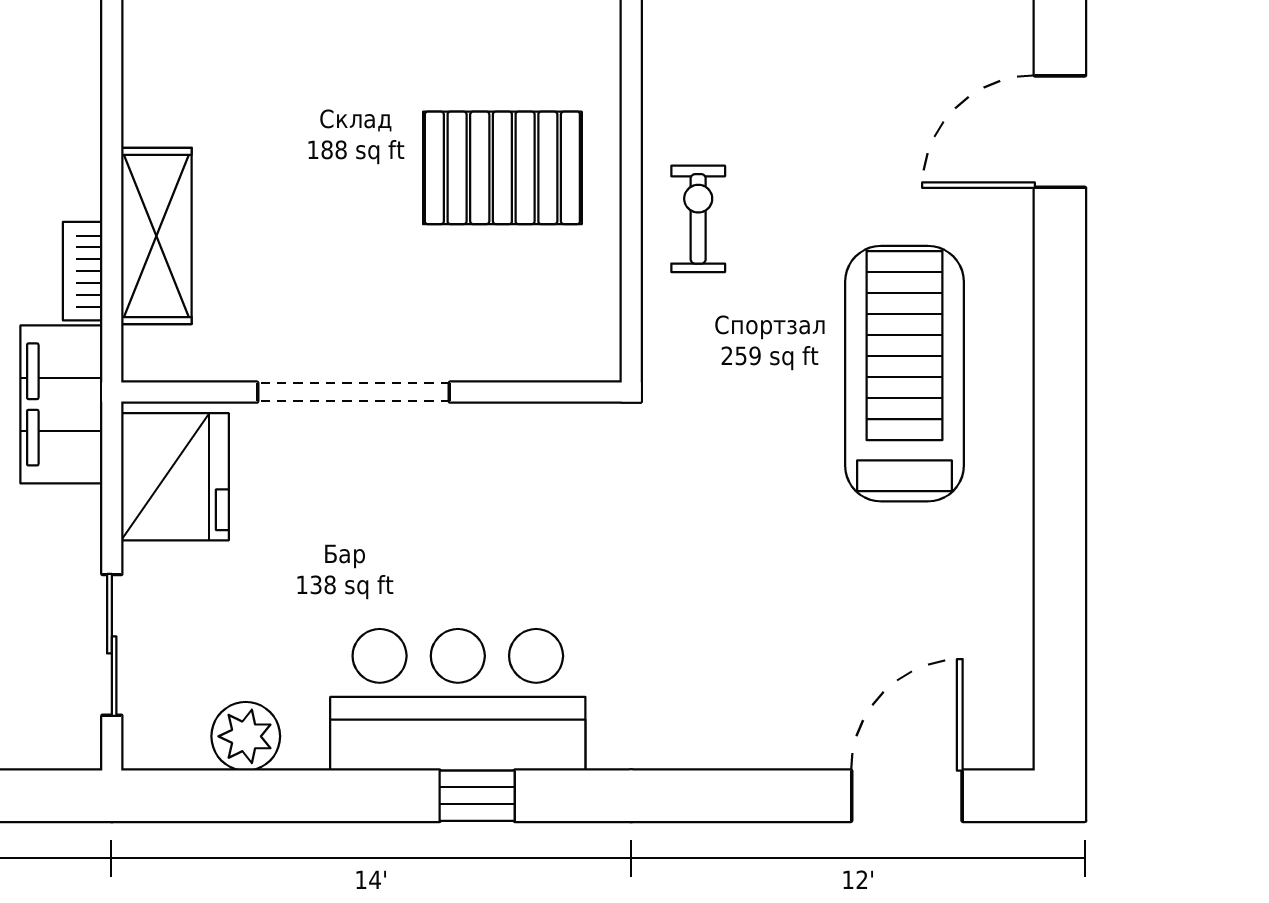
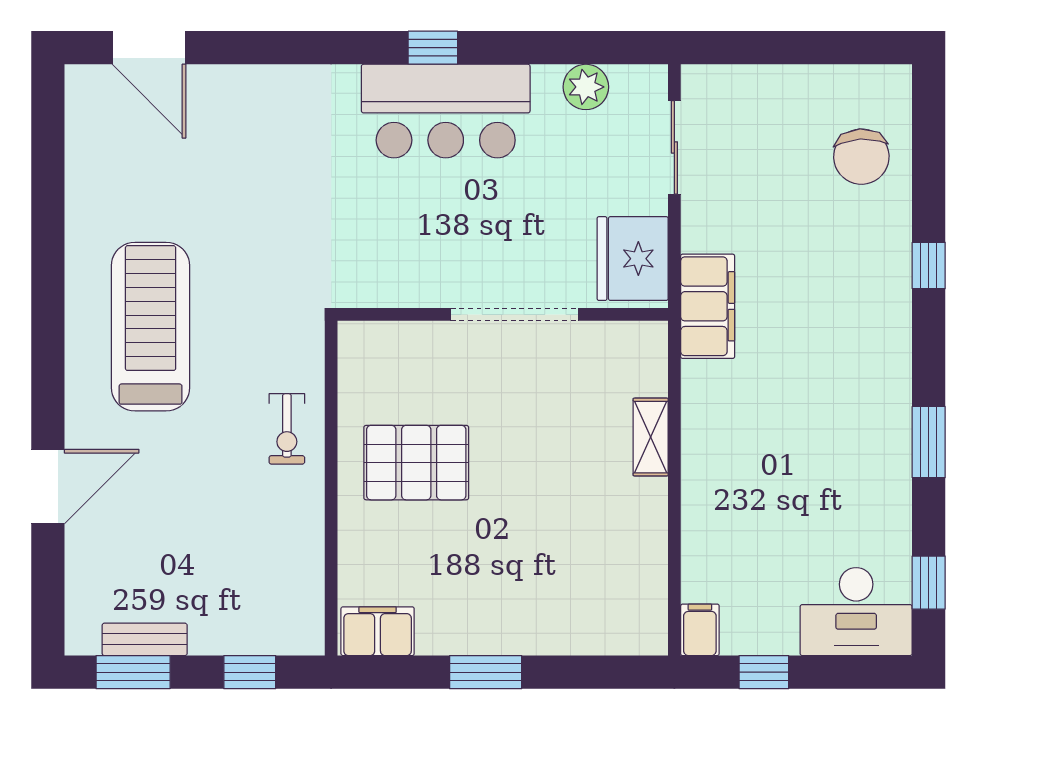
shelving: (156, 236) -> (651, 437), width x0.67, depth x0.75
bookcase: (83, 271) -> (694, 394), removed
treadmill: (904, 374) -> (151, 327), turned 180
door: (907, 796) -> (149, 48), hinge flipped

